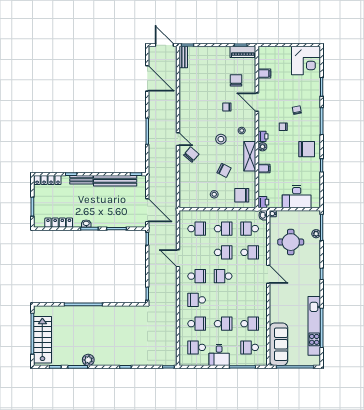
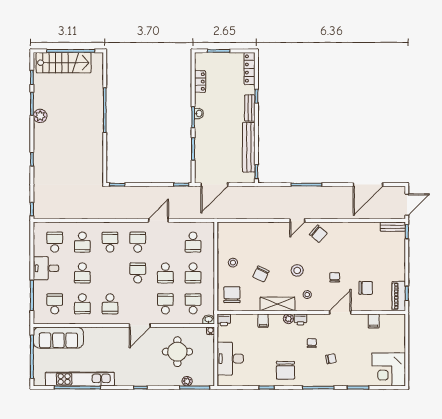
chair: (191, 155) -> (318, 234), moved
locker: (59, 223) -> (200, 82), width x0.66
school desk: (250, 252) -> (165, 304), turned 180
school desk: (197, 276) -> (138, 242), turned 180
school desk: (250, 300) -> (110, 304), added

